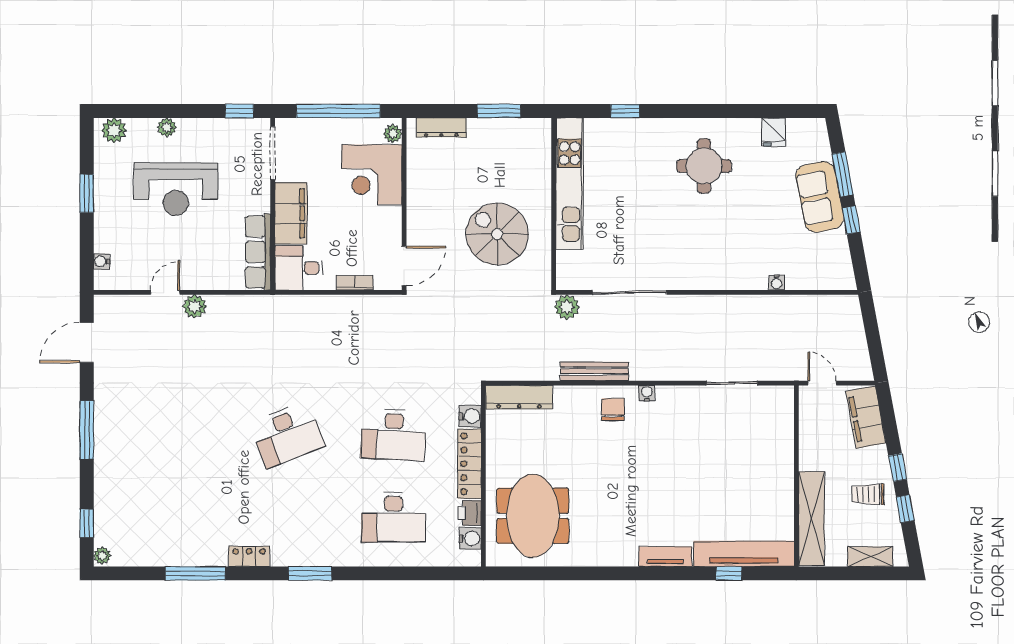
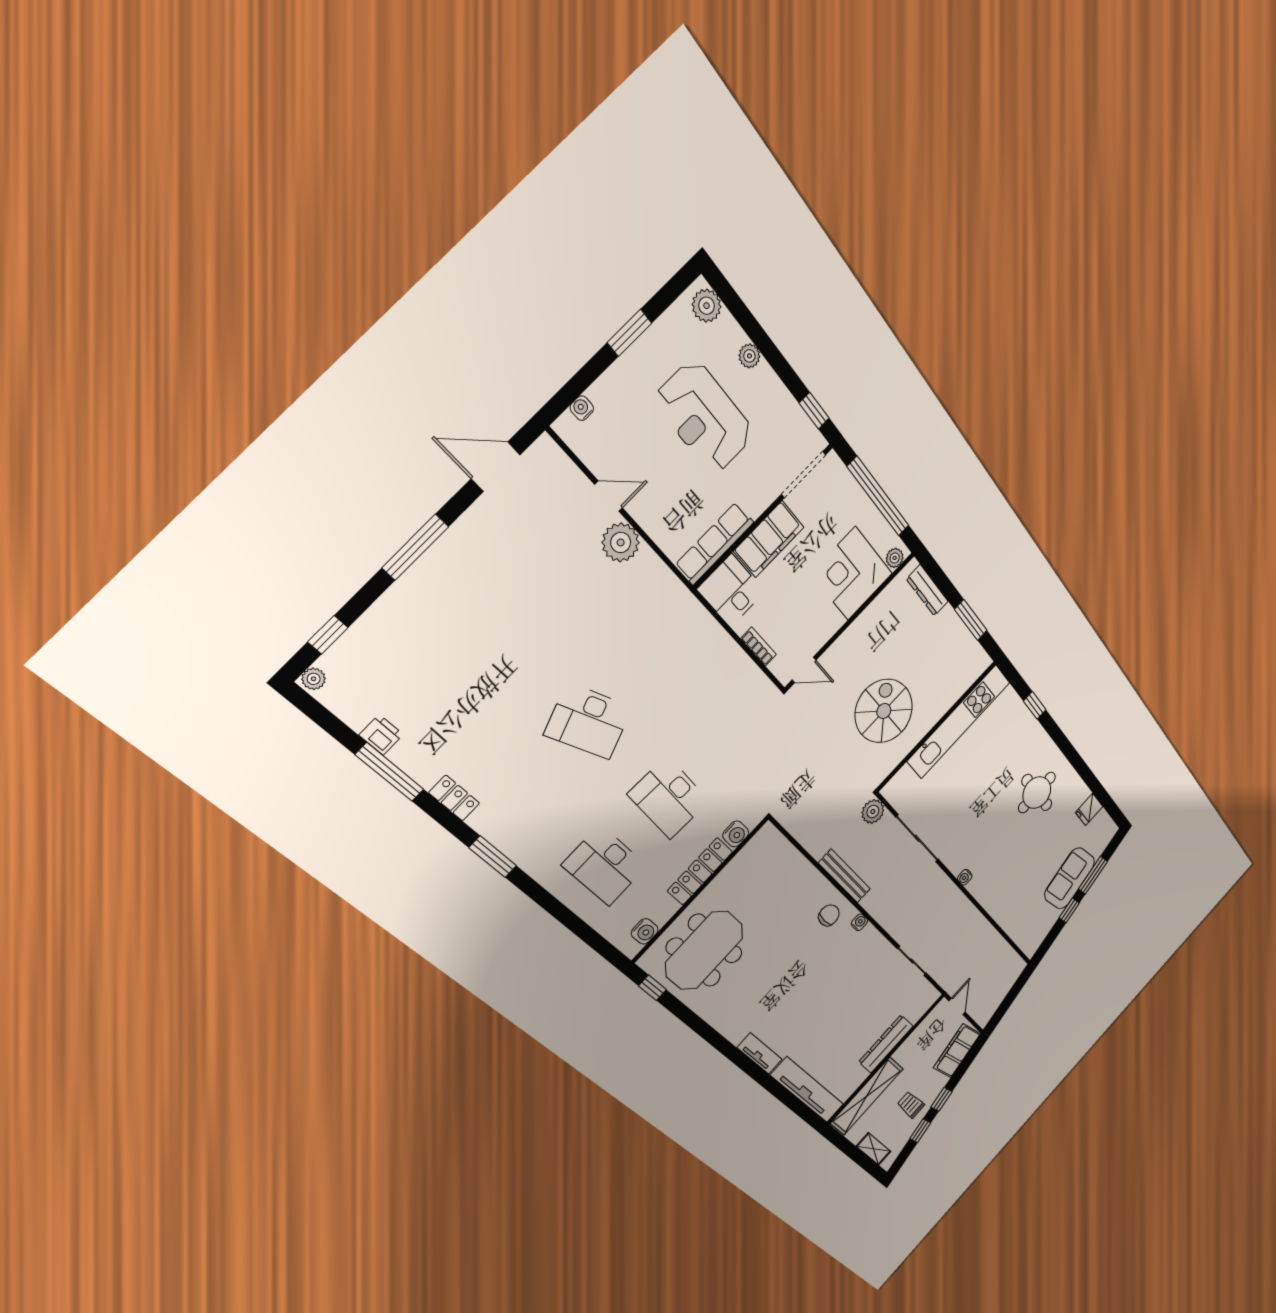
door: (404, 266) -> (804, 670), width x0.73
water cooler: (777, 283) -> (965, 877), moved
plant: (195, 306) -> (621, 542), width x1.36, depth x1.36
dresser: (519, 397) -> (886, 1044), moved, turned 90
printer: (470, 513) -> (381, 735), moved, turned 90
window: (729, 573) -> (653, 988), moved

